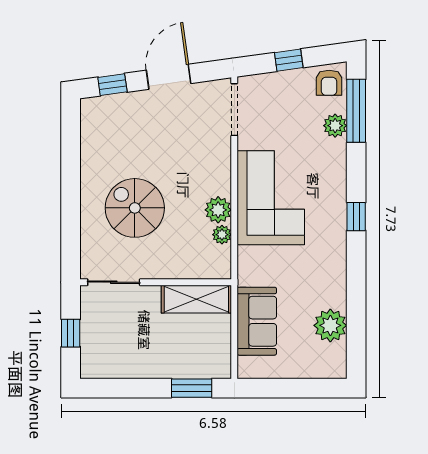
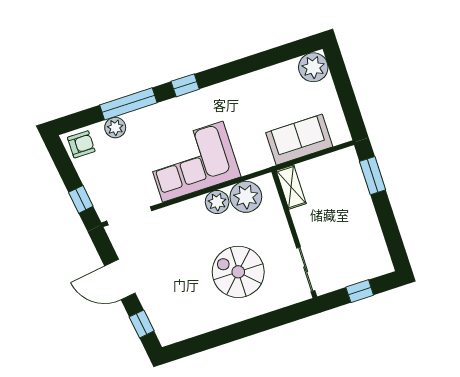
window: (289, 60) -> (81, 199), moved
window: (356, 111) -> (128, 104), moved
spiral stairs: (135, 208) -> (238, 272), turned 90
plant: (222, 235) -> (246, 197), width x1.88, depth x1.88
shelving: (196, 299) -> (291, 187), width x0.67, depth x0.75
plant: (330, 325) -> (313, 67), moved

